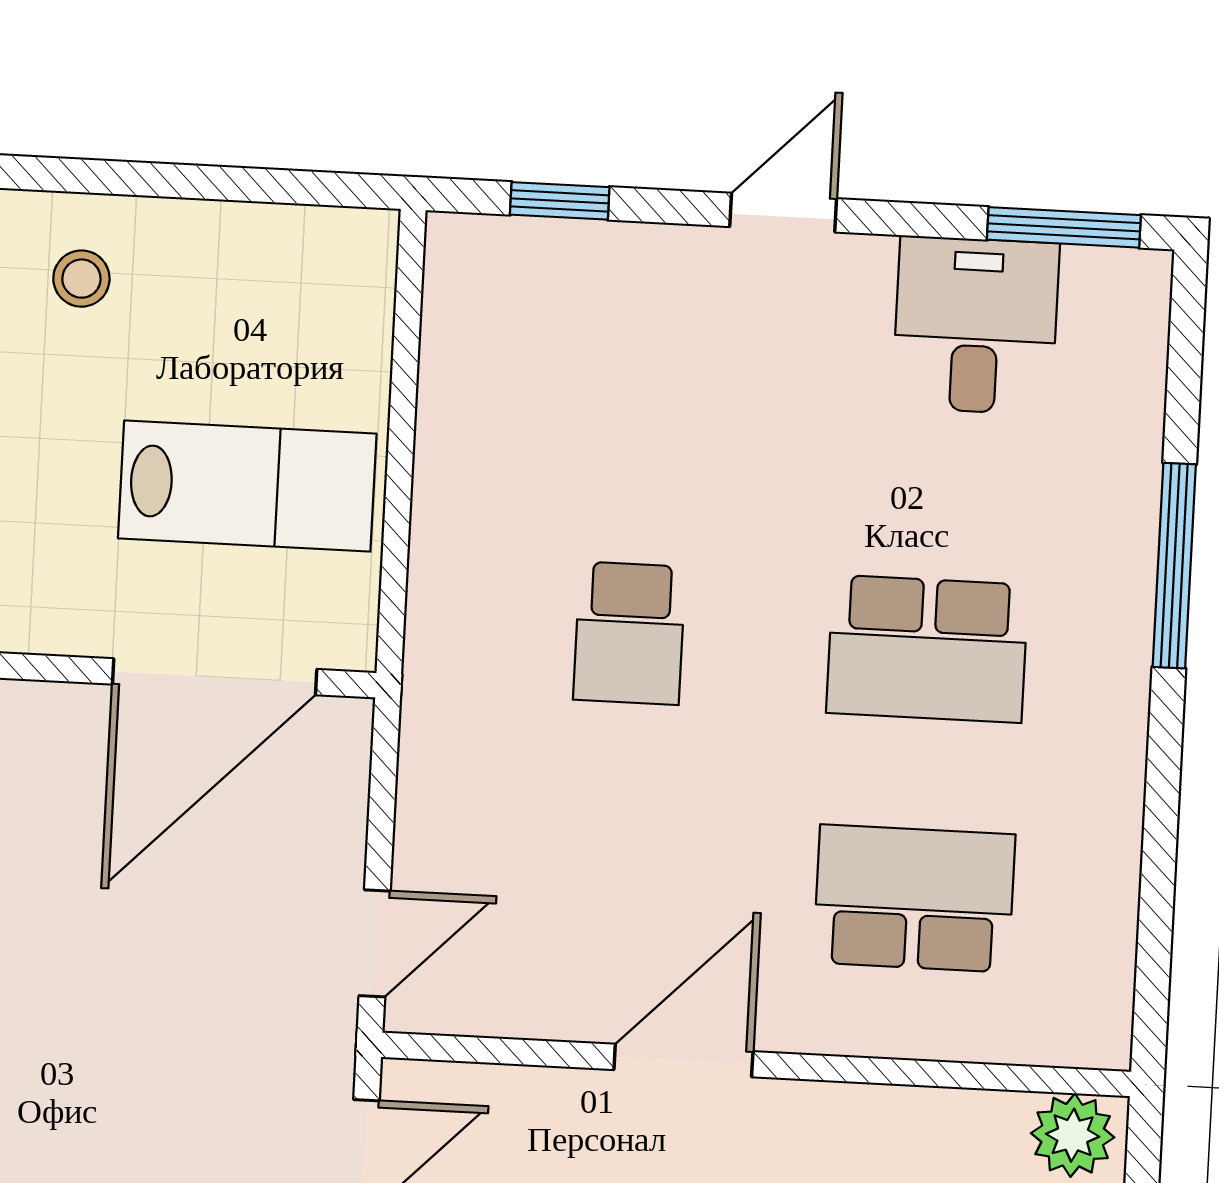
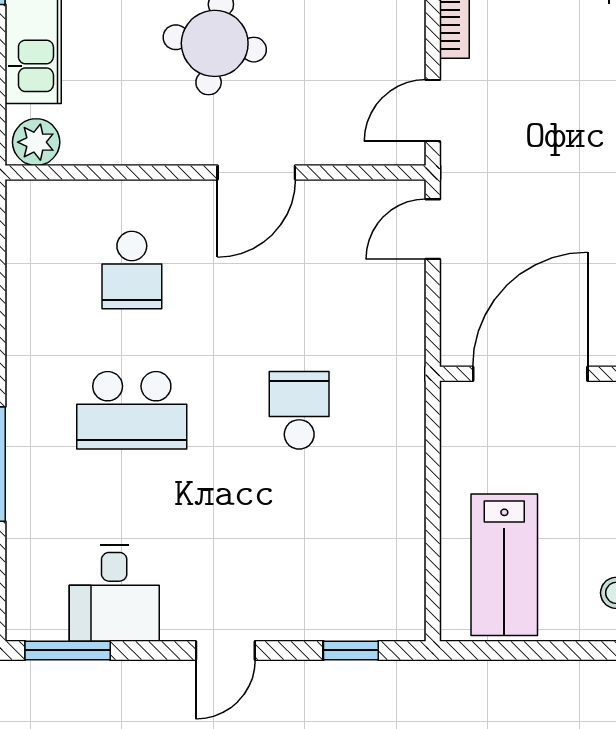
lab bench: (247, 486) -> (504, 565), moved, turned -90
school desk: (927, 649) -> (132, 410), turned 180
school desk: (914, 898) -> (132, 270), width x0.54

